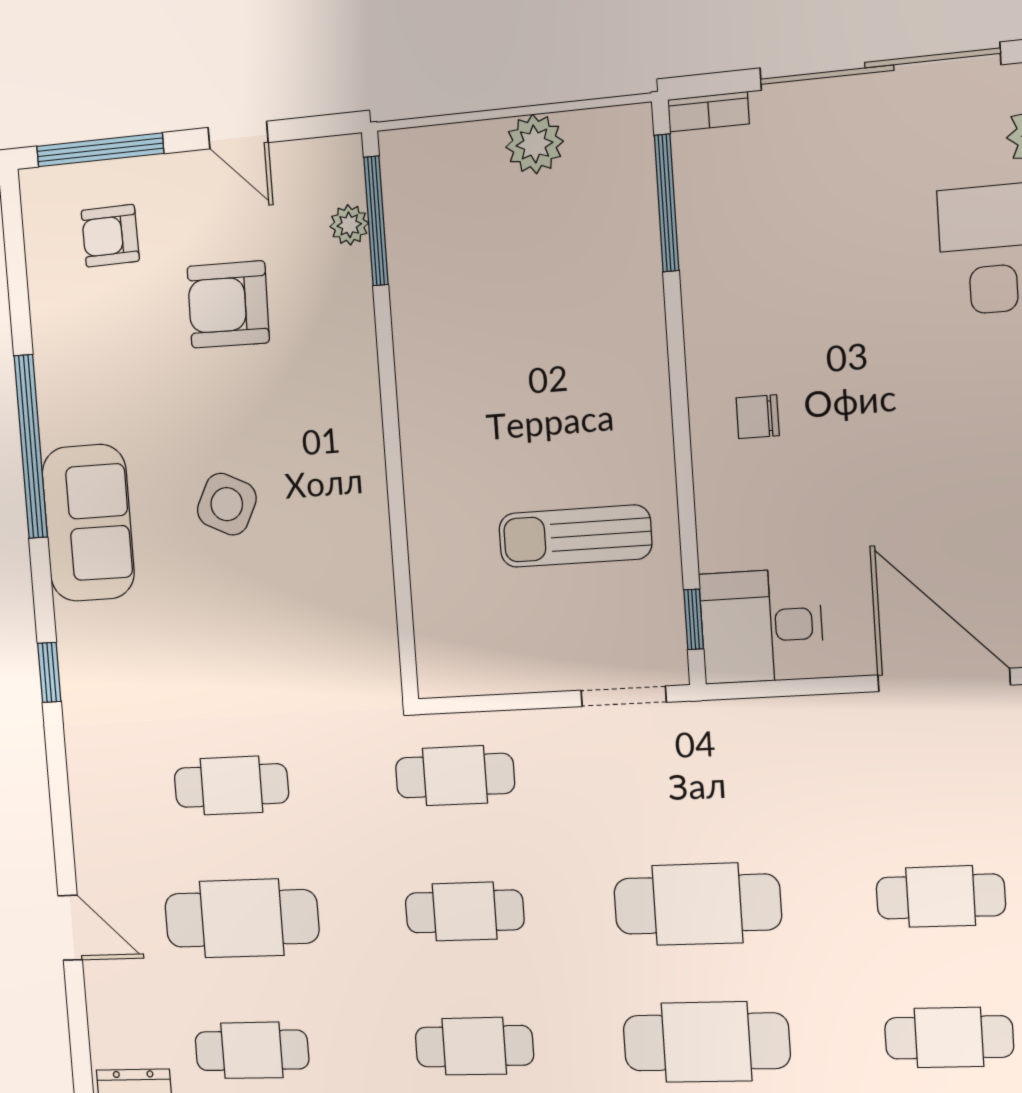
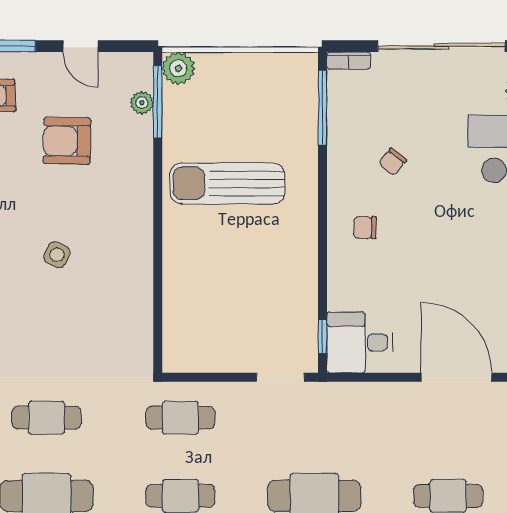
plant: (534, 144) -> (178, 68), moved
chair: (801, 291) -> (393, 162), added
side table: (227, 504) -> (57, 255), width x0.73, depth x0.73
sun lounger: (575, 536) -> (227, 183), moved, width x1.36, depth x1.34

